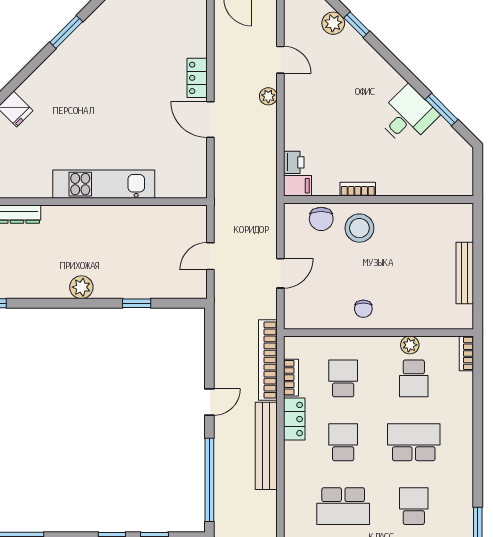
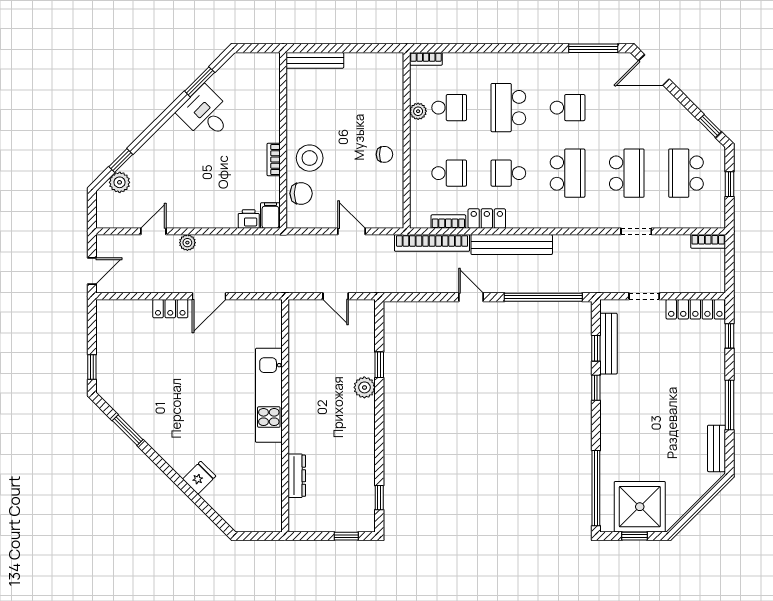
bench: (465, 273) -> (315, 60), moved
plant: (81, 287) -> (364, 387), moved
school desk: (343, 378) -> (449, 173), turned 180
school desk: (414, 506) -> (568, 108), turned 180

